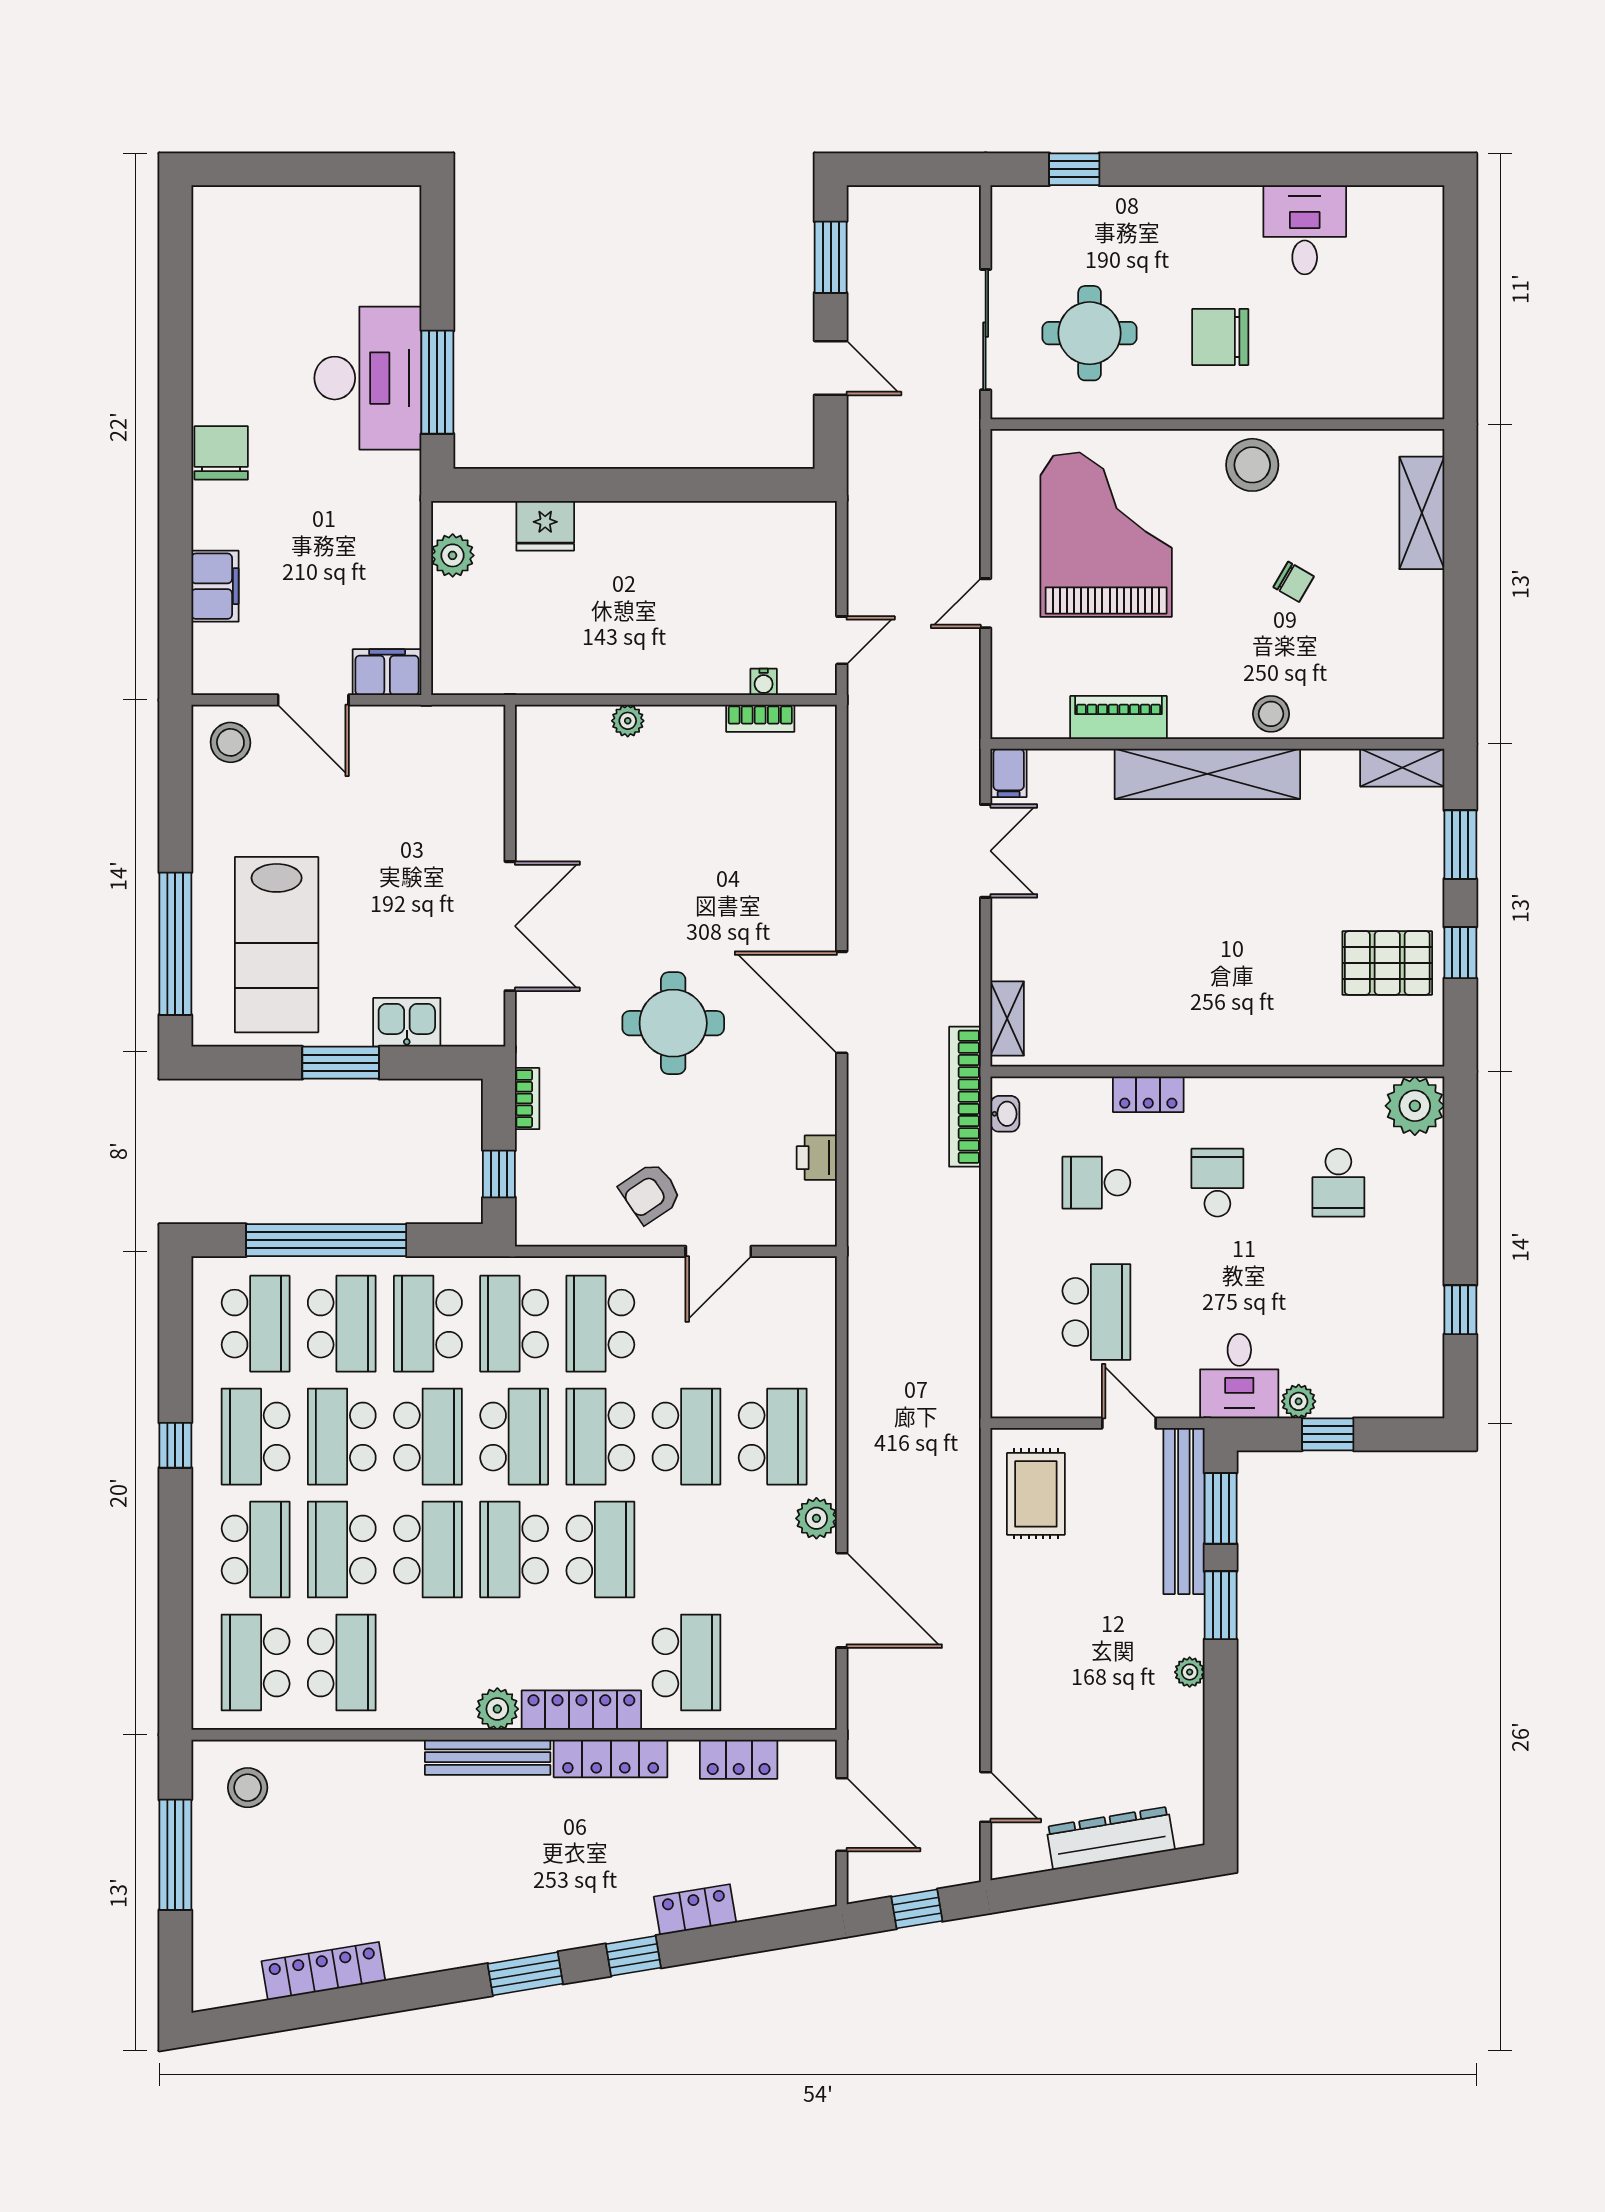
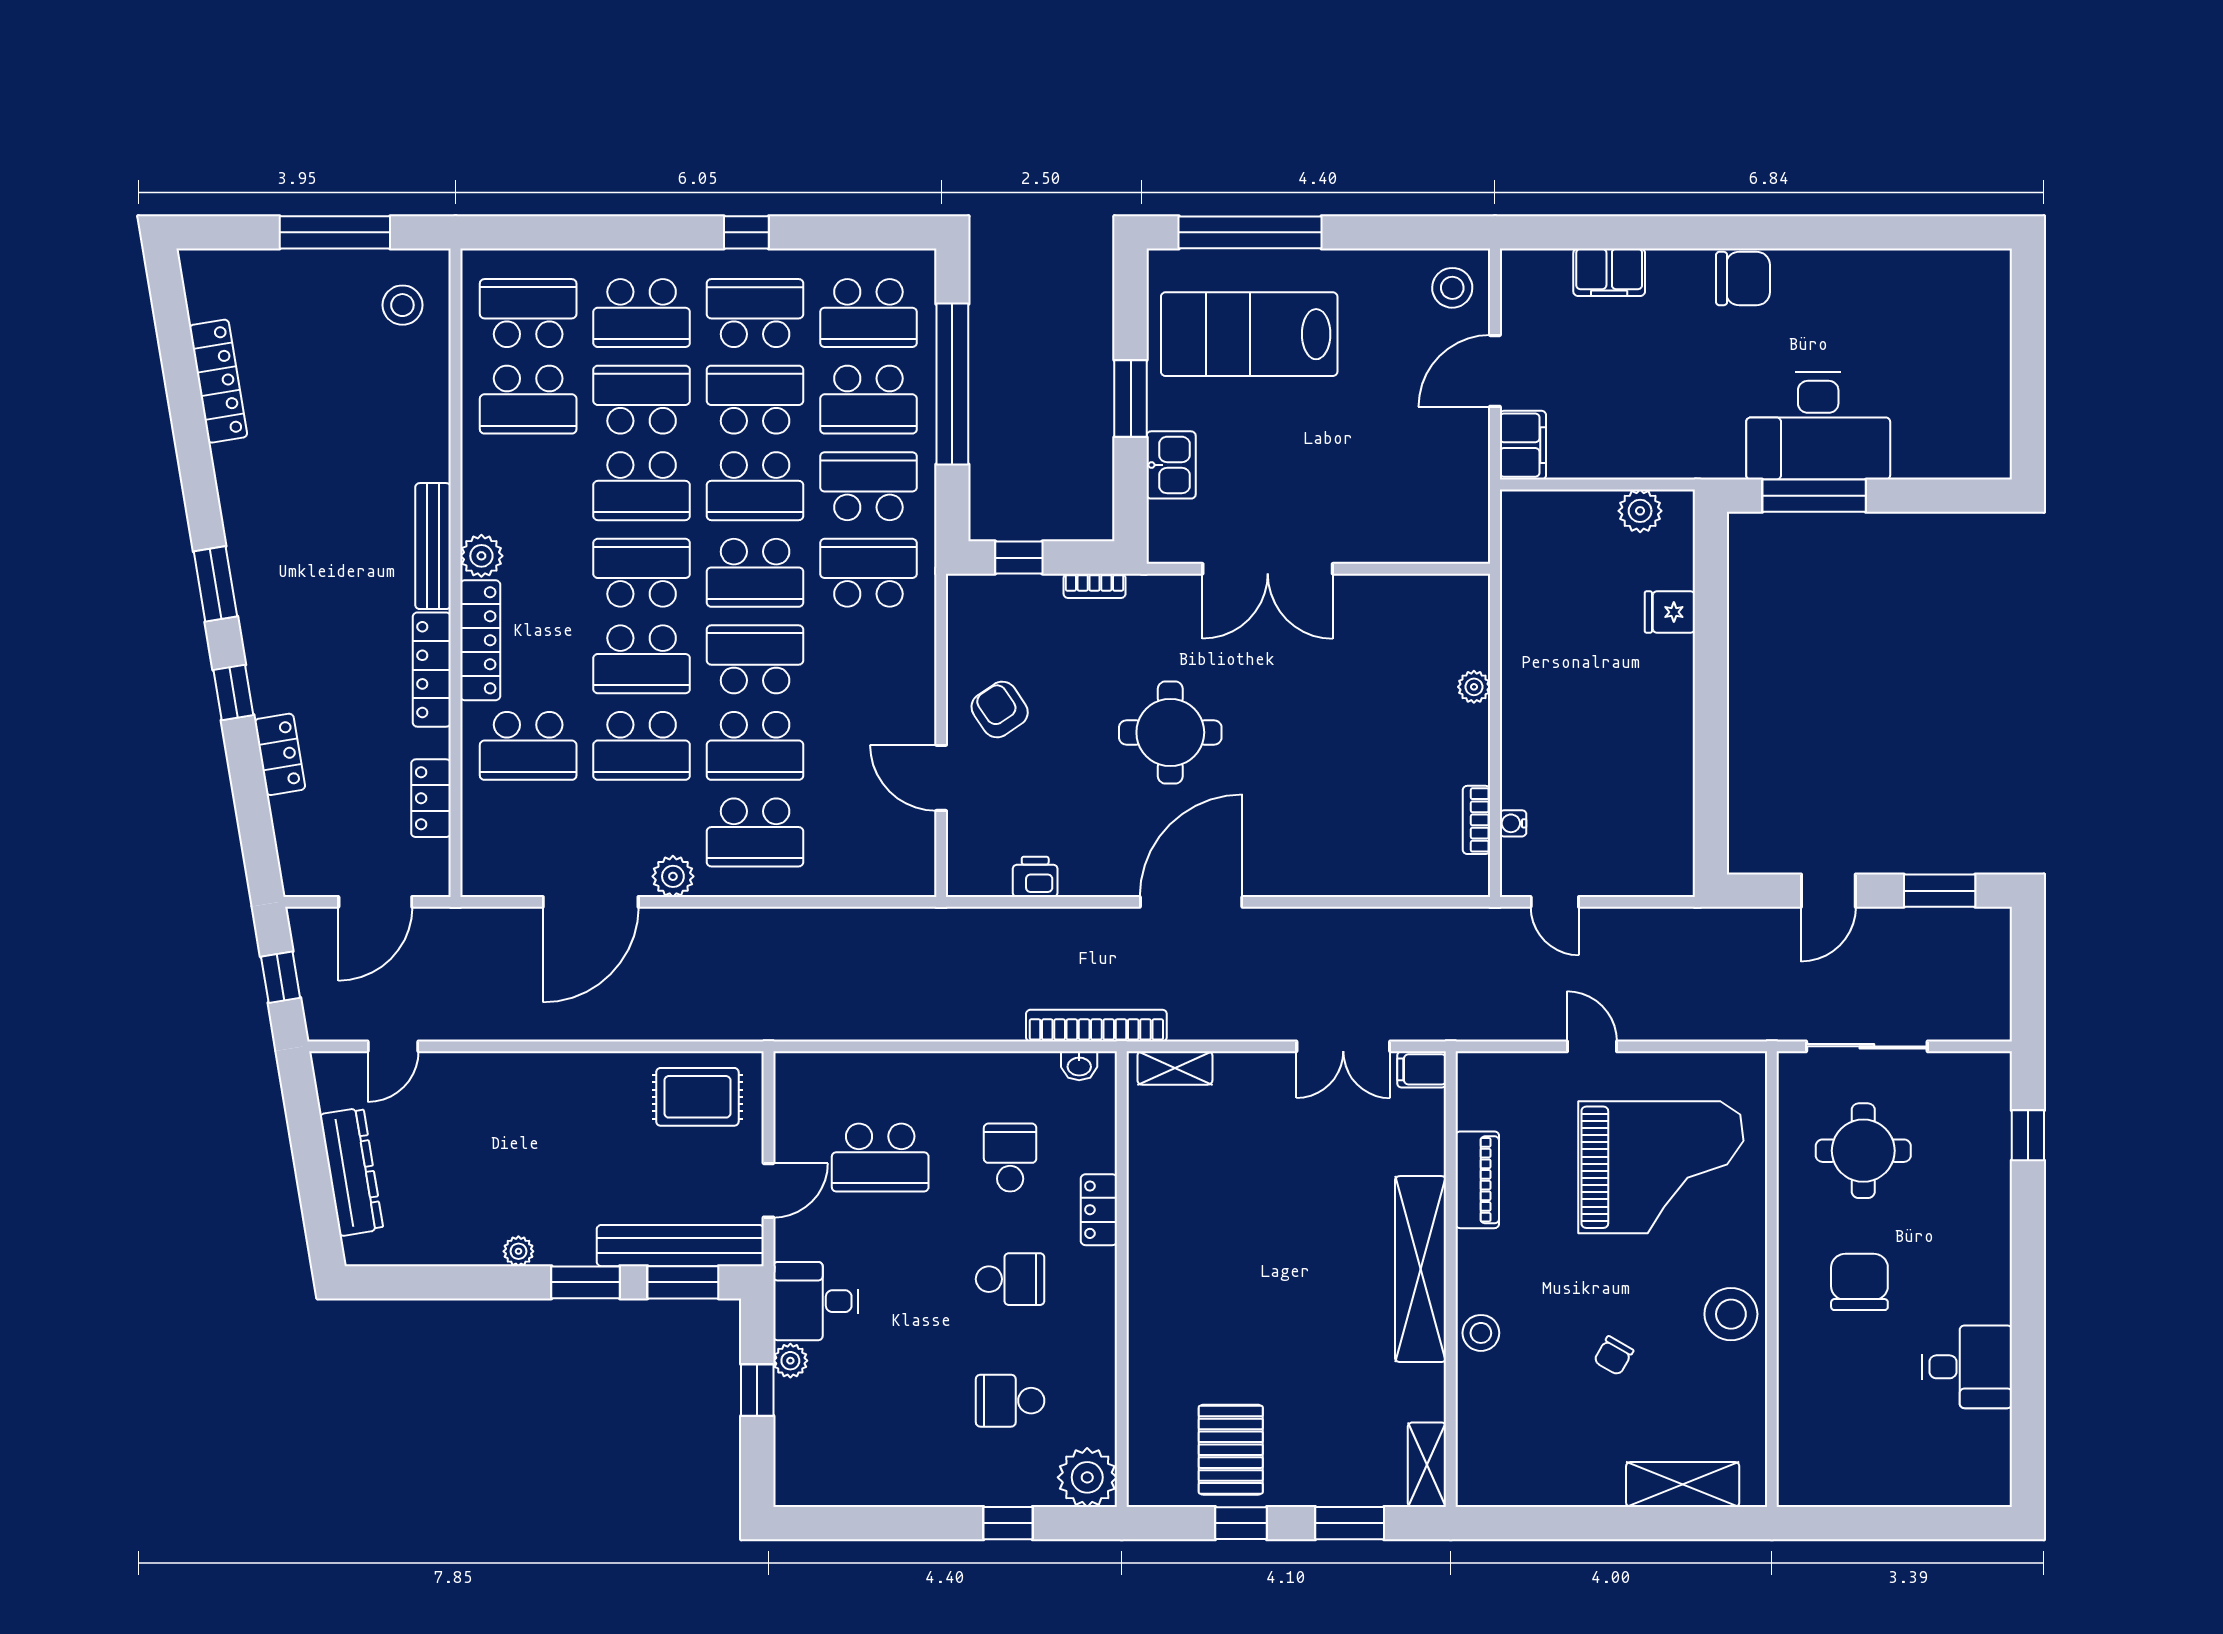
fridge: (545, 526) -> (1670, 612), width x0.72
window: (1460, 1310) -> (1008, 1523), moved
school desk: (600, 1324) -> (642, 746), moved, turned 180

